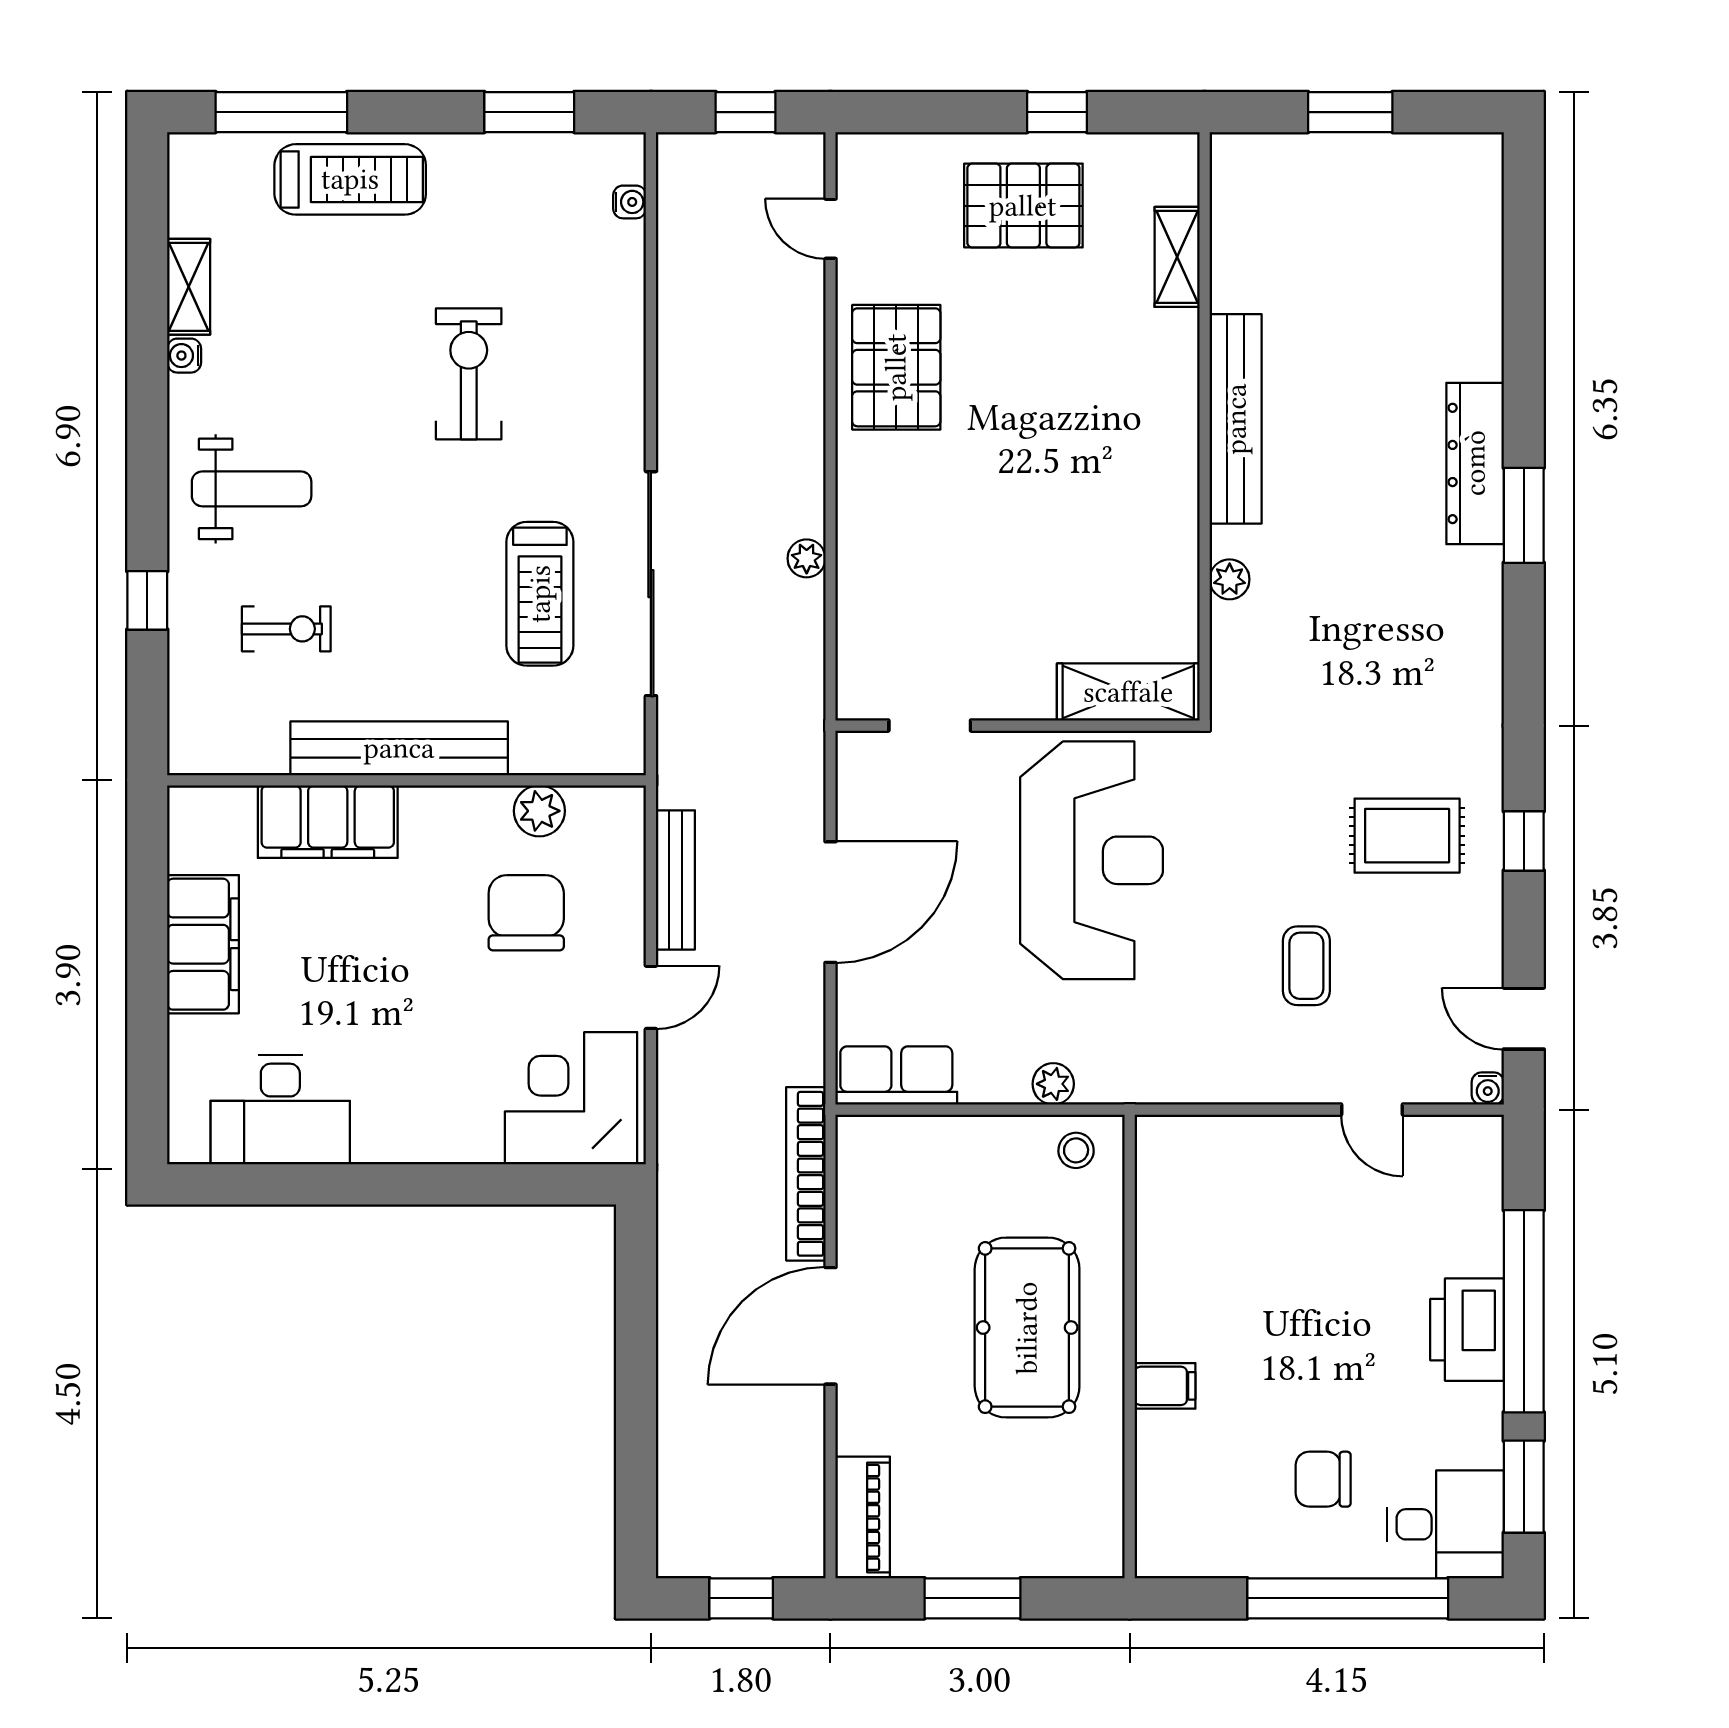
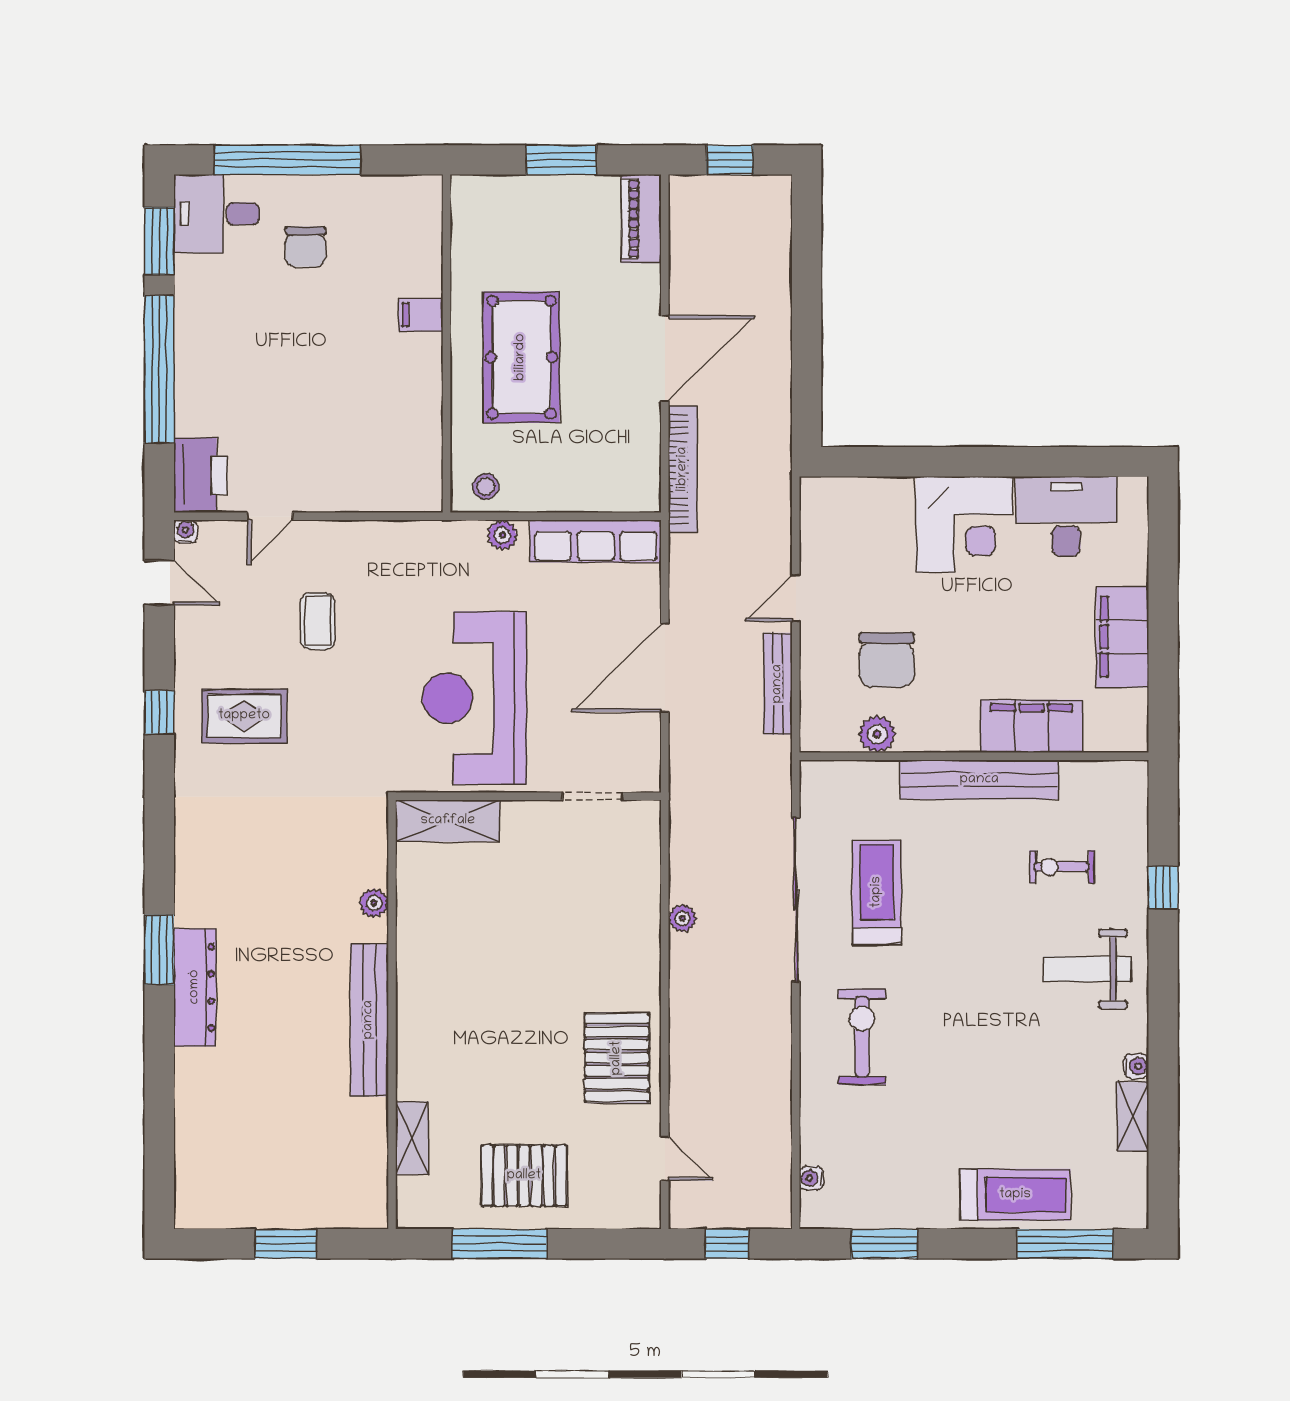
window: (1057, 112) -> (500, 1244), width x2.17
treadmill: (350, 179) -> (1015, 1195), turned 180
exercise bike: (469, 374) -> (862, 1037), moved, turned 180
row of seats: (896, 1075) -> (596, 541), width x1.48
corner desk: (571, 1098) -> (964, 525), moved
door: (1372, 1110) -> (270, 516), swing flipped
printer: (1467, 1330) -> (201, 475), moved
chair: (1323, 1479) -> (306, 247), turned 90

